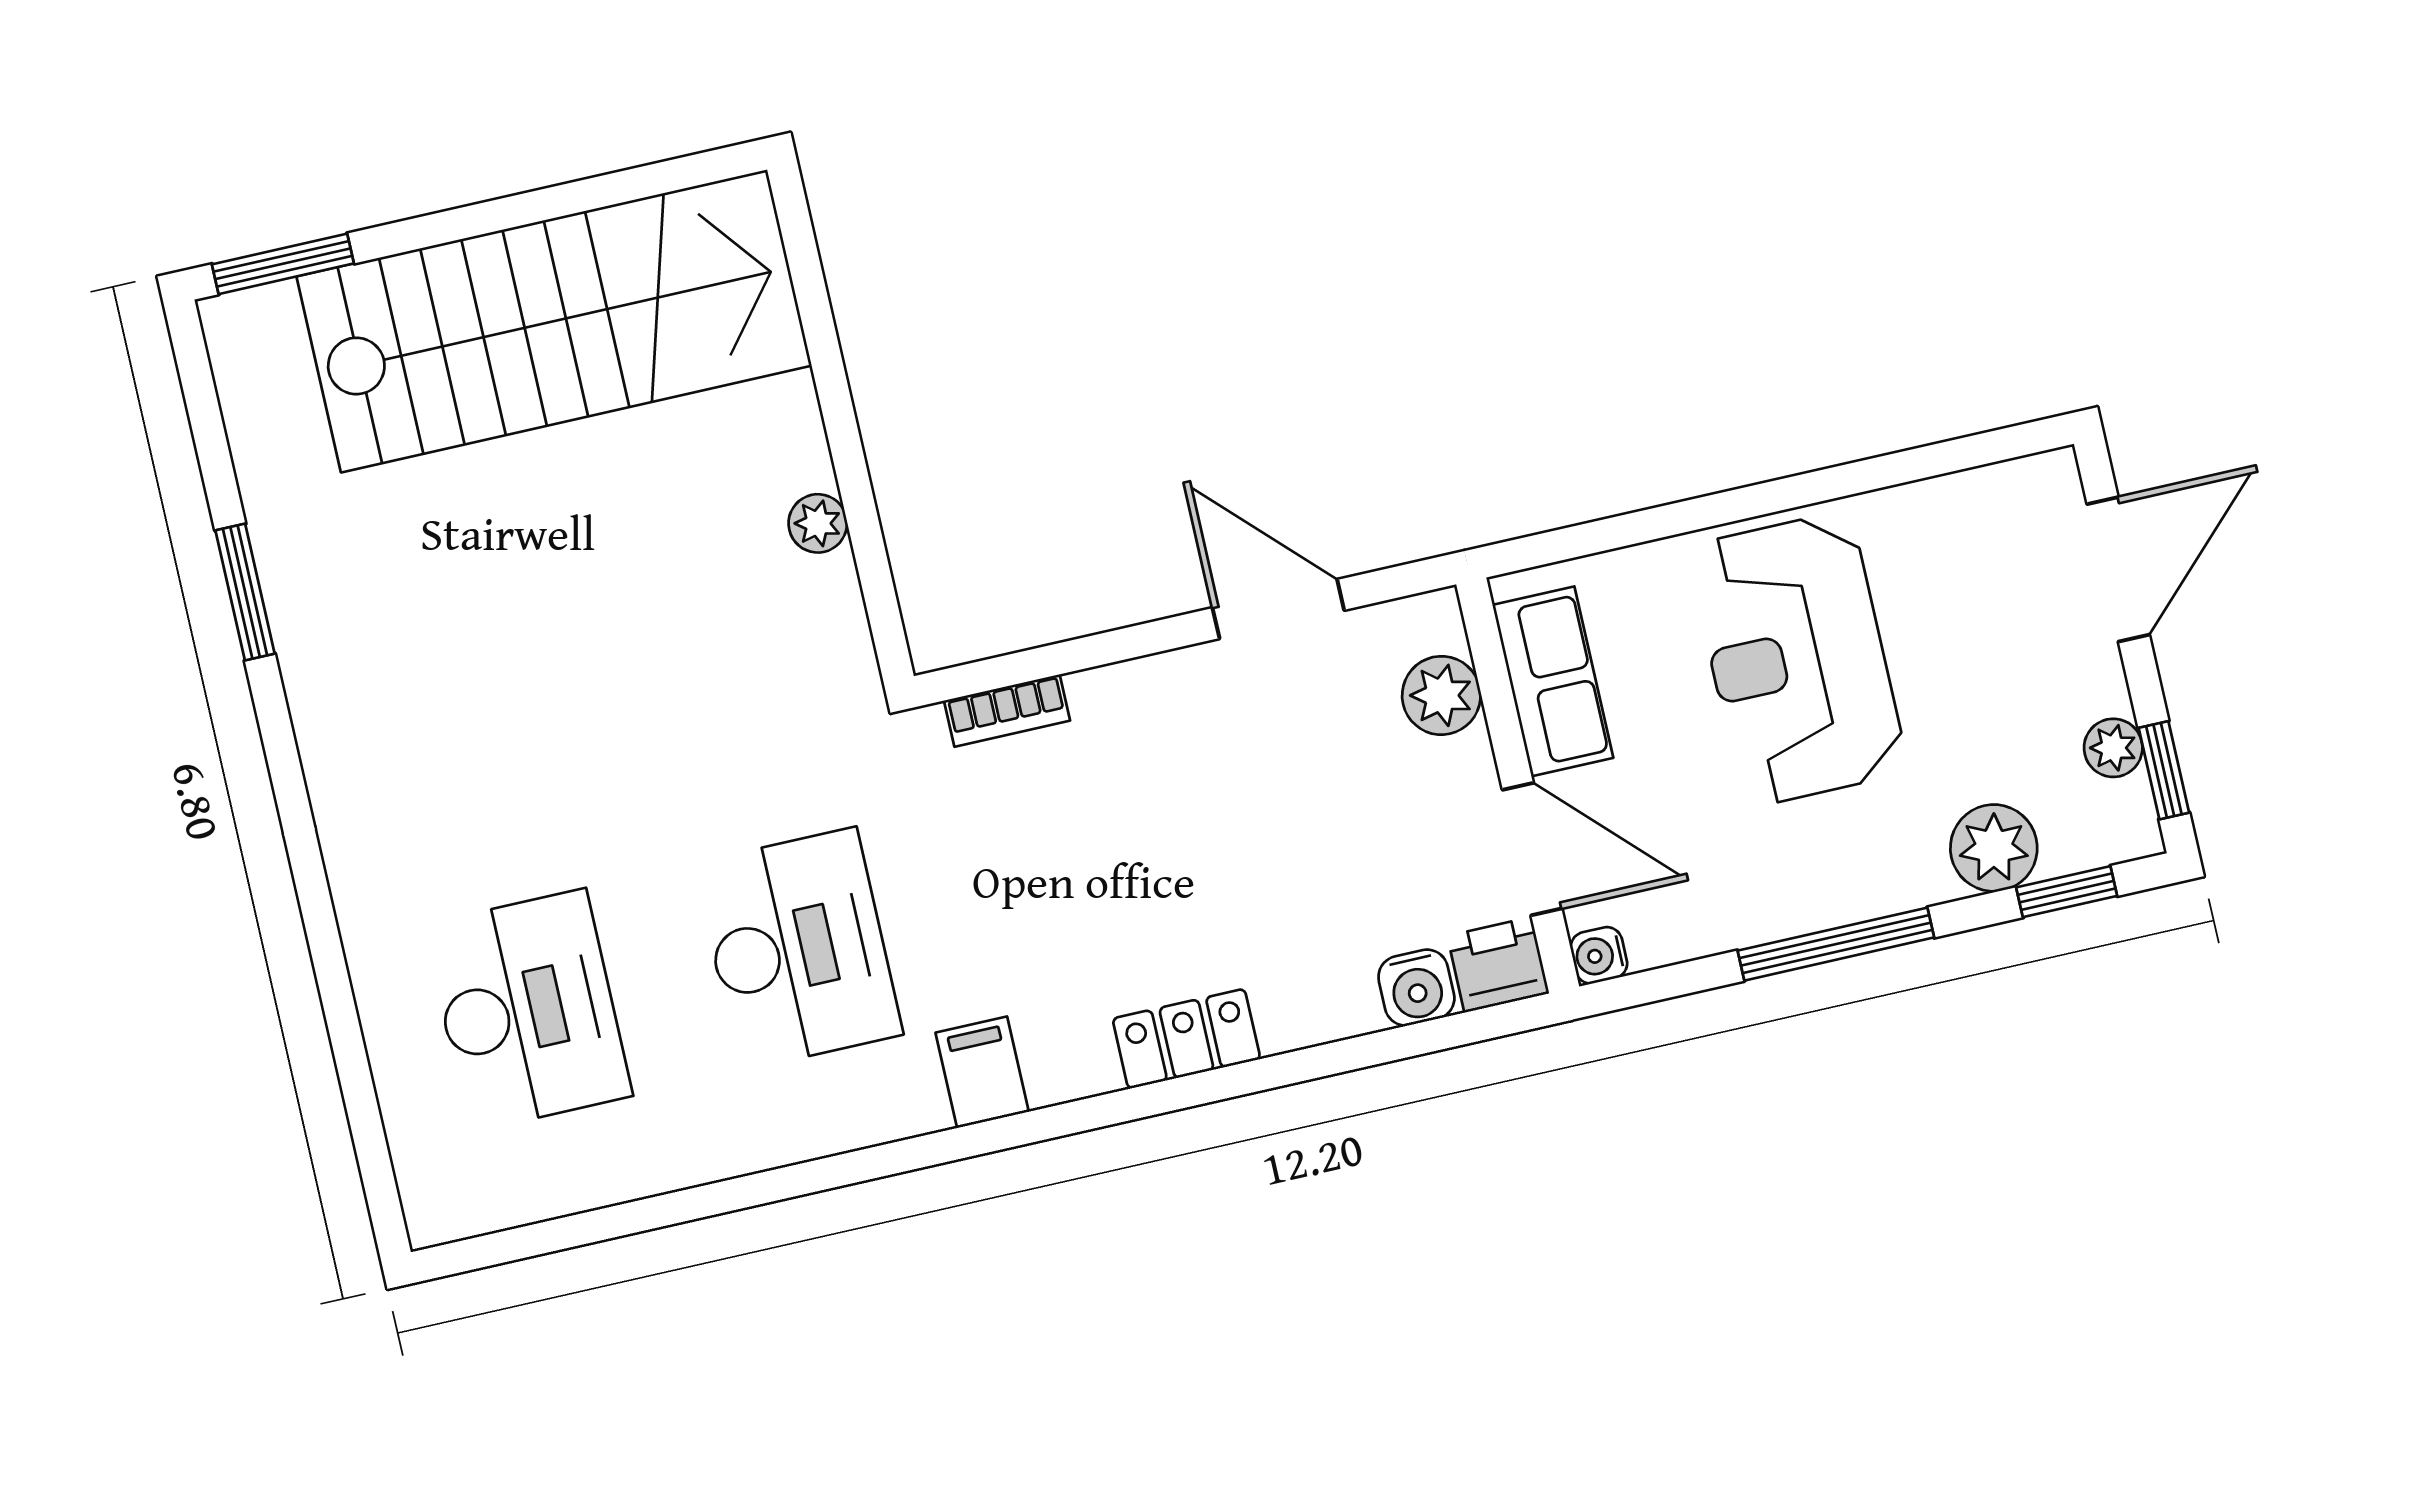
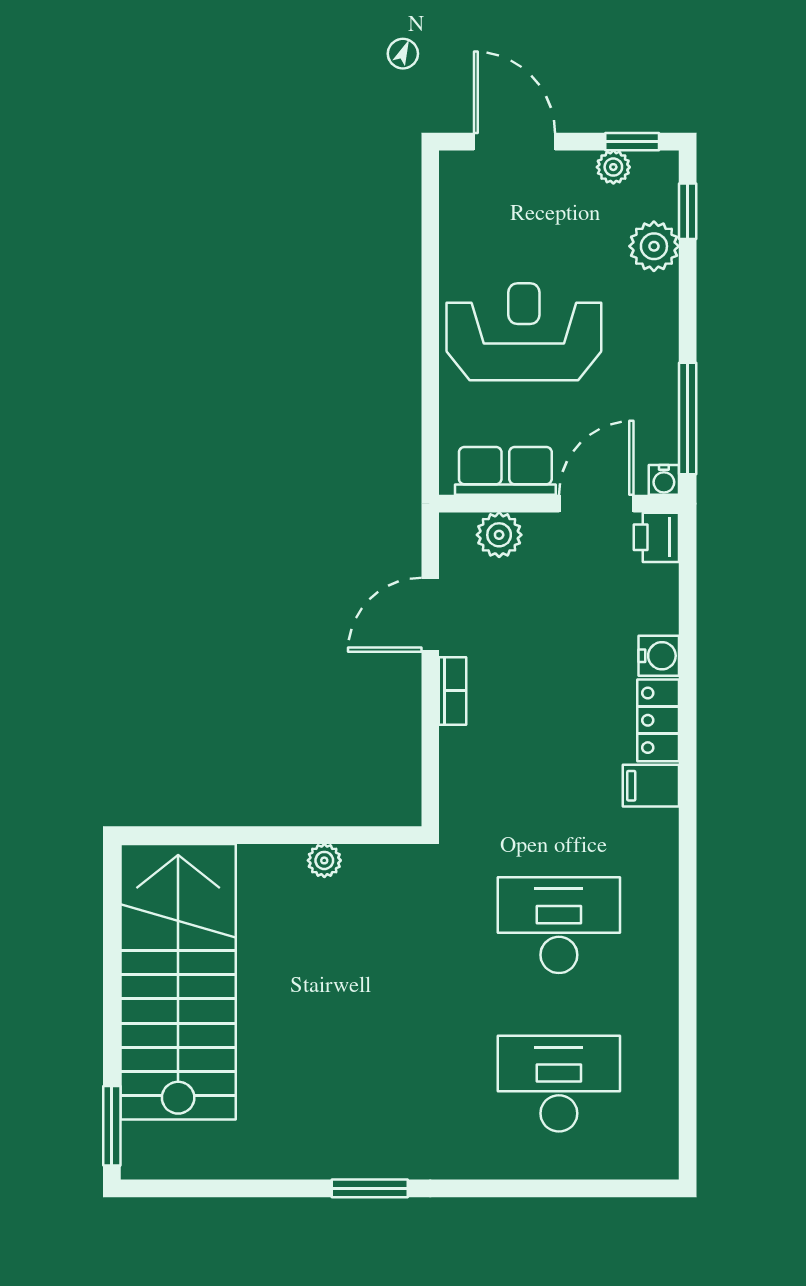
window: (245, 592) -> (370, 1188), moved
reception desk: (1797, 659) -> (524, 332), turned 180
bookcase: (1007, 711) -> (453, 691), moved
window: (1836, 944) -> (688, 419), moved
water cooler: (1416, 988) -> (659, 656), moved
filing cabinet: (982, 1072) -> (651, 786), moved

